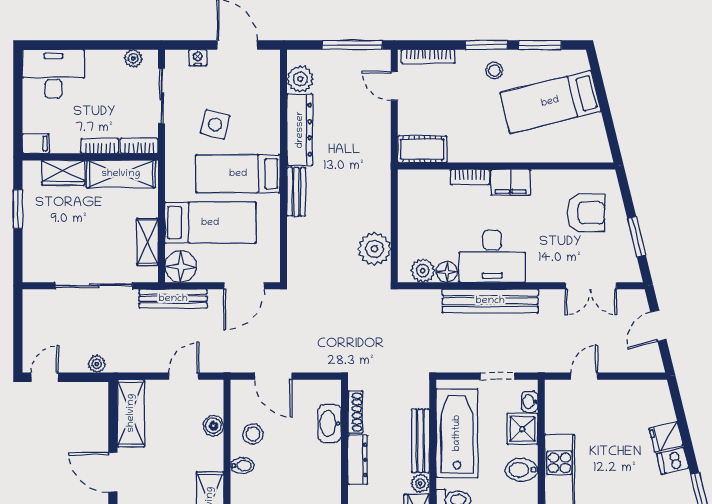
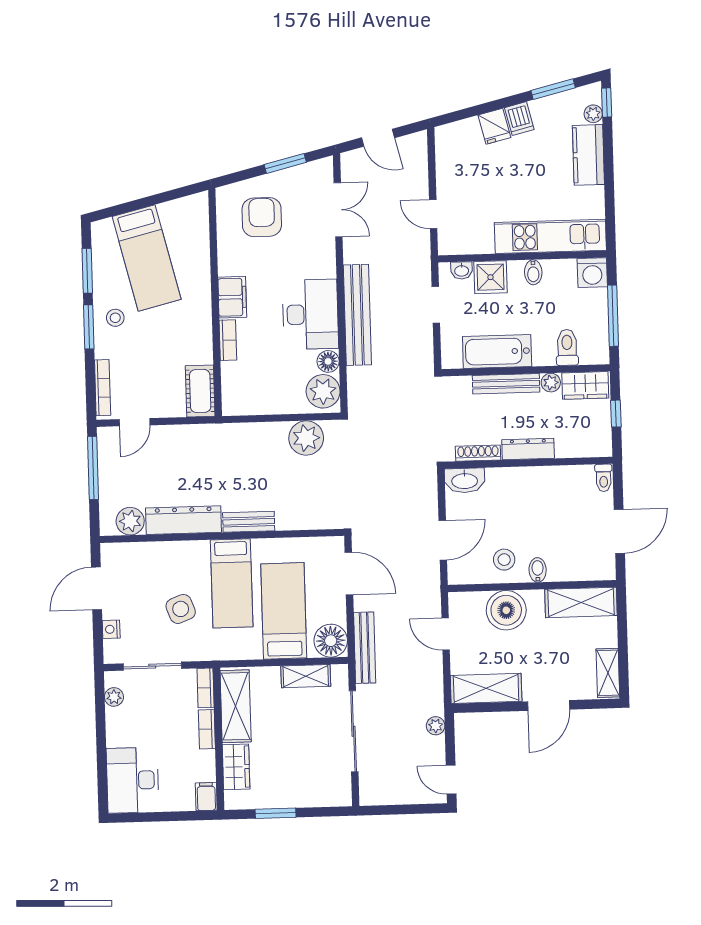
side table: (215, 124) -> (181, 609), turned -35
plant: (423, 271) -> (323, 391), width x1.36, depth x1.36
washbasin: (330, 423) -> (465, 480), moved
boiler: (214, 426) -> (506, 610), width x1.86, depth x1.86
bathtub: (457, 433) -> (497, 352), width x0.73, depth x0.73
bidet: (522, 470) -> (533, 272), width x0.72, depth x0.74

